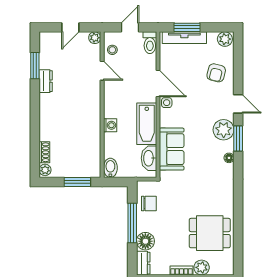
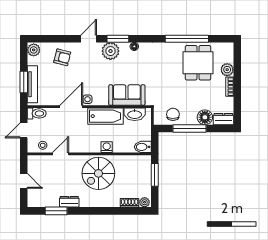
door: (130, 27) -> (24, 130), hinge flipped
plant: (95, 38) -> (32, 160), removed
spiral stairs: (79, 116) -> (98, 173), added
window: (238, 220) -> (187, 39), added

